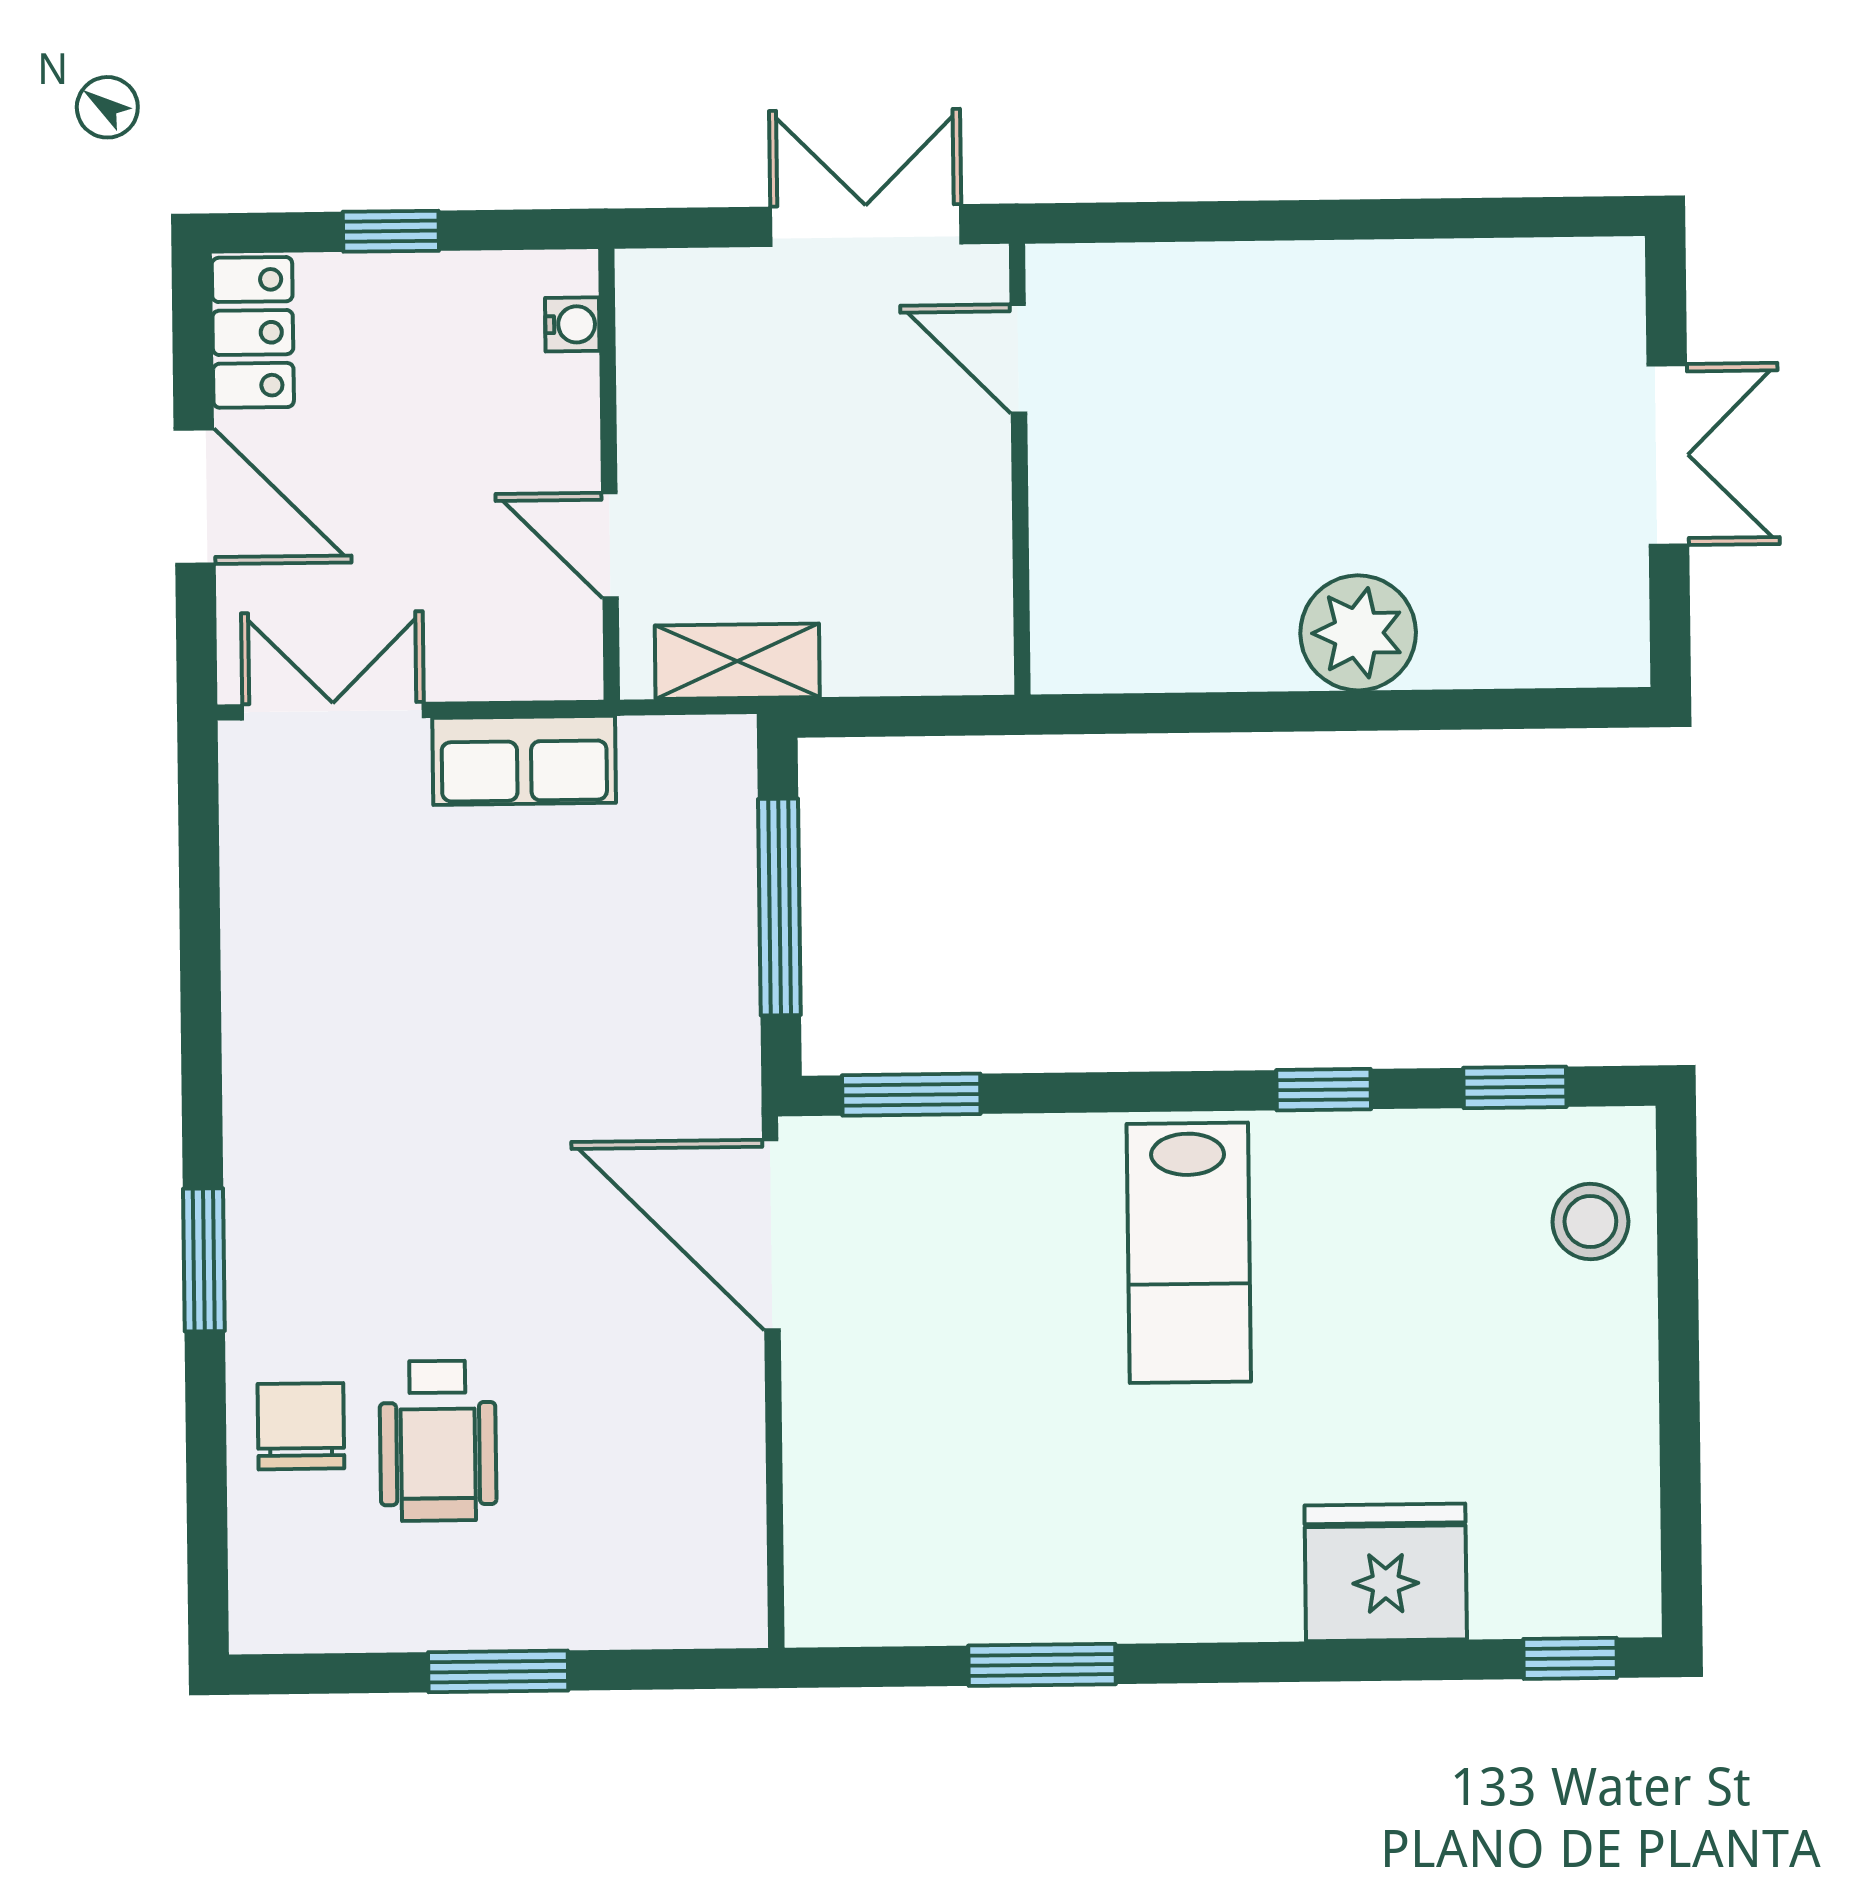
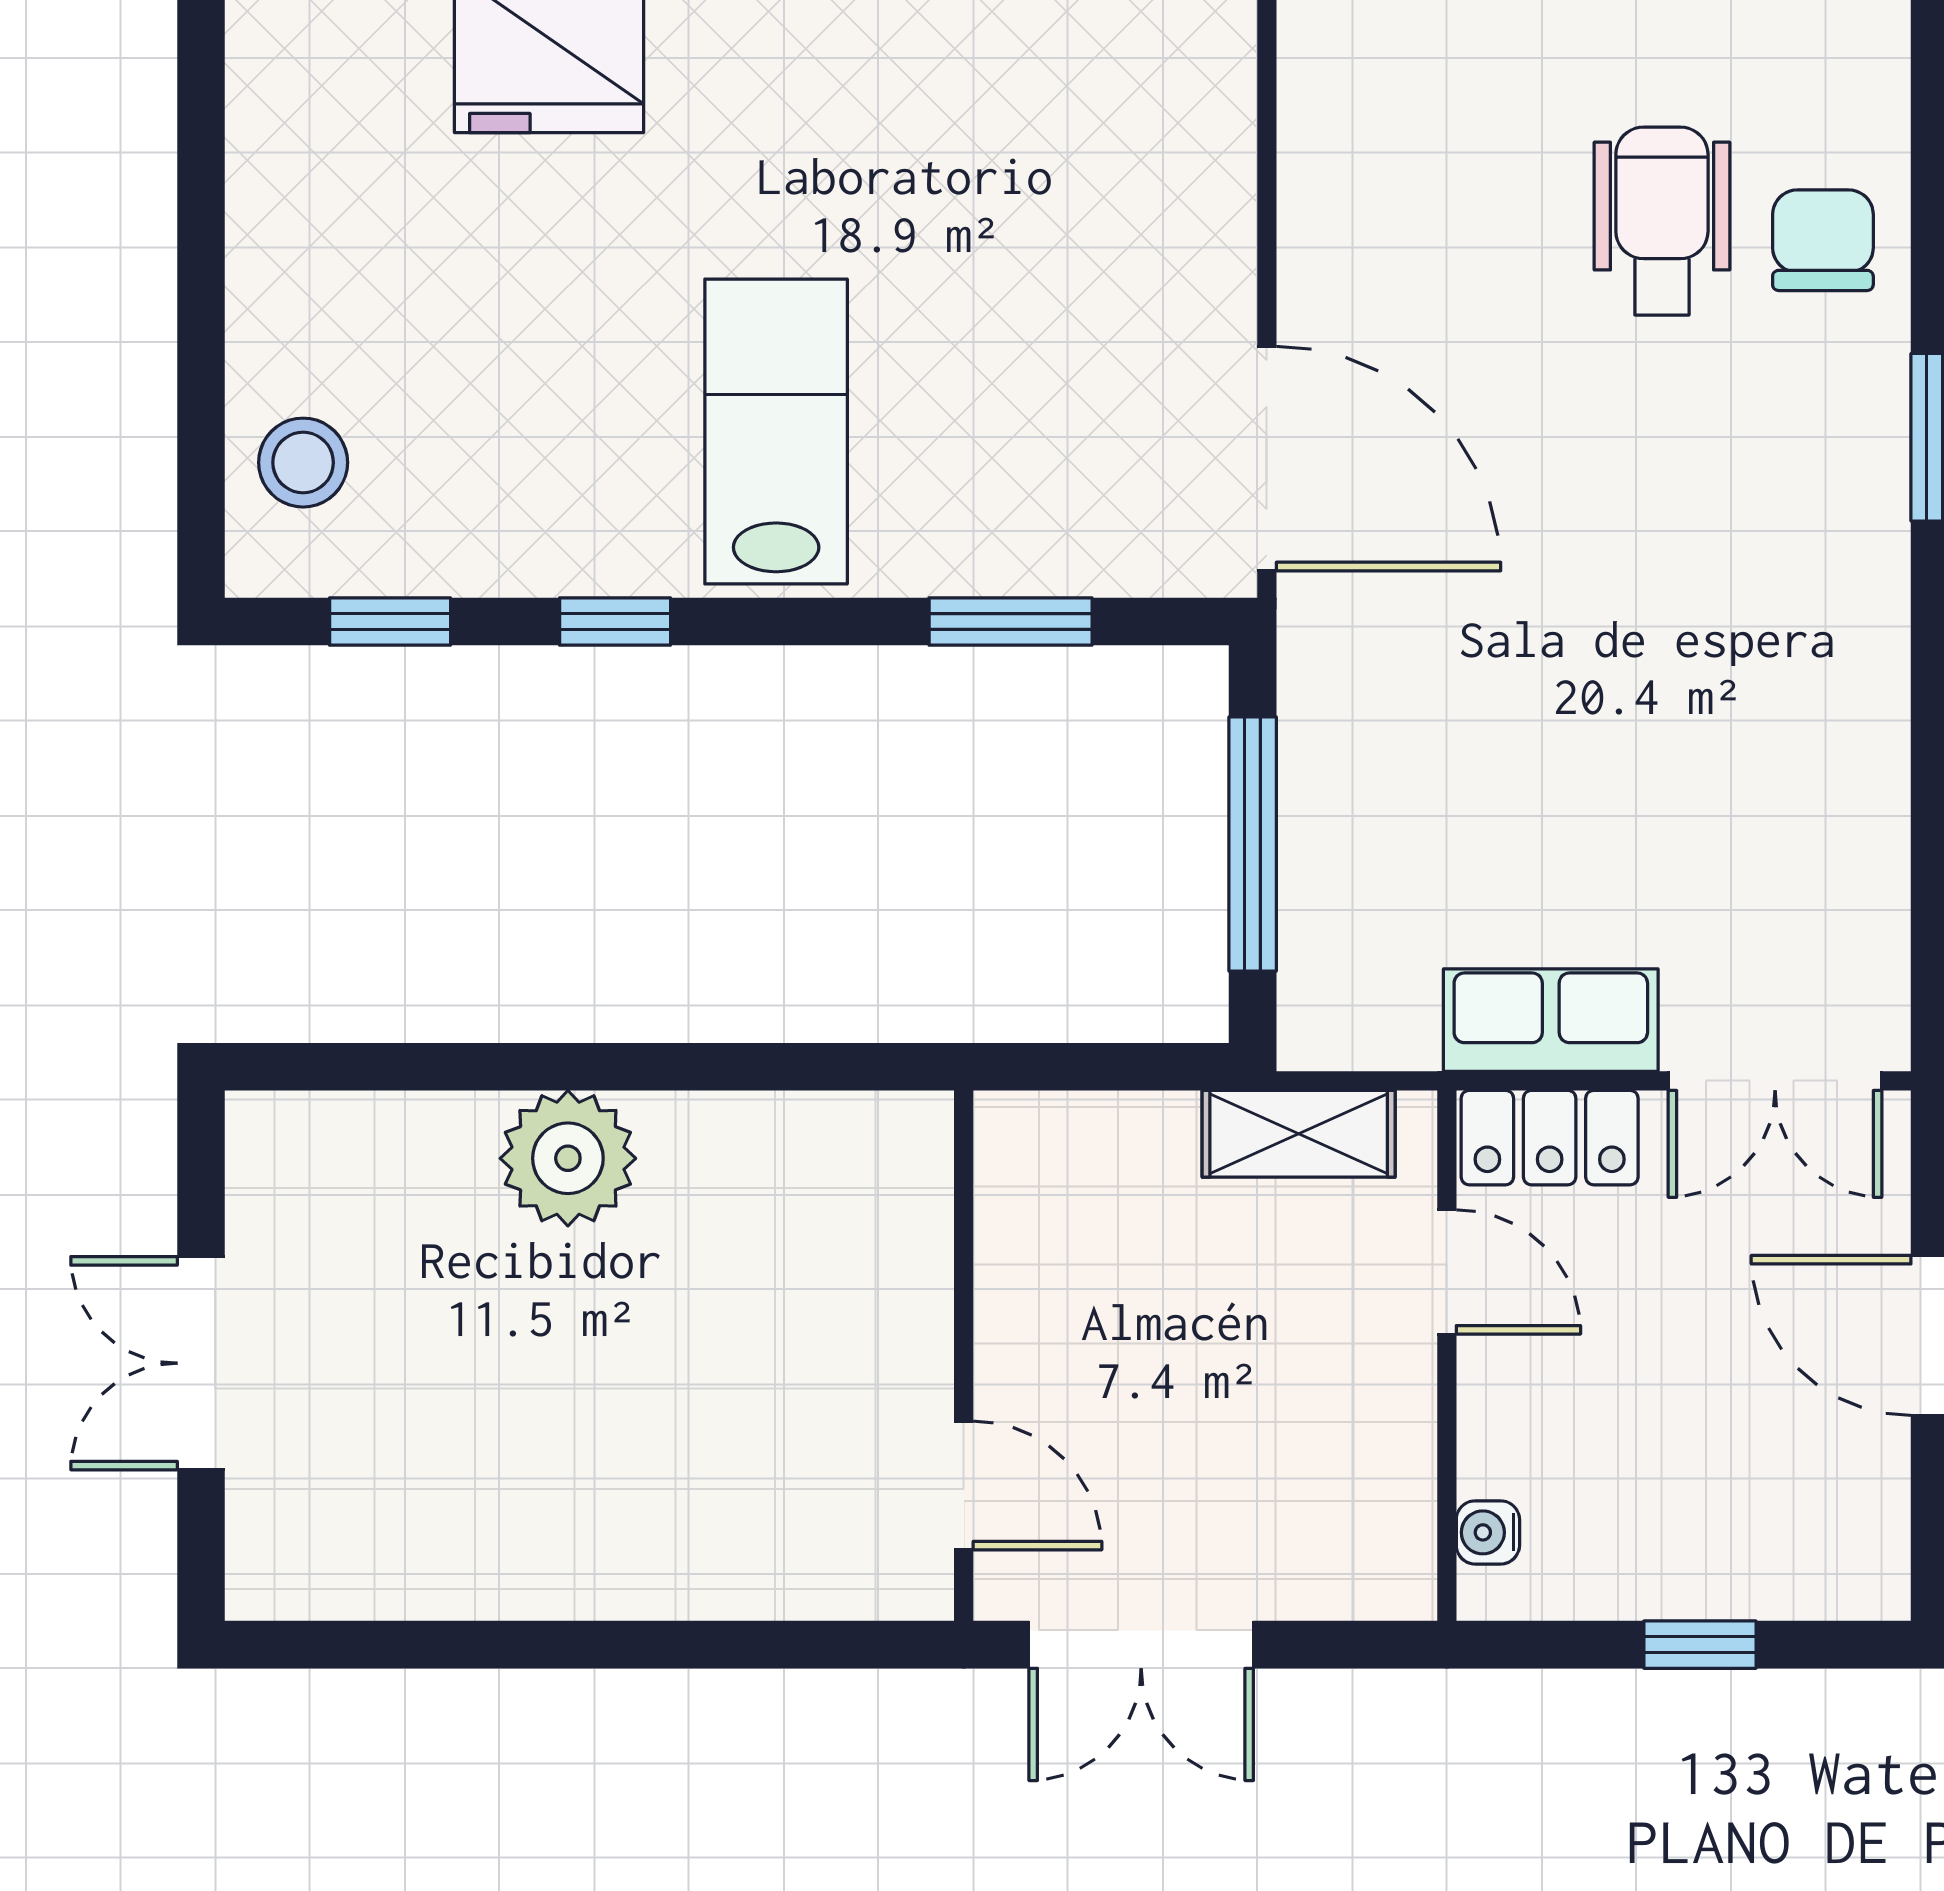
locker: (253, 332) -> (1550, 1138), moved, turned -90
window: (911, 1095) -> (1011, 621), moved
chair: (301, 1426) -> (1823, 240), turned 180

